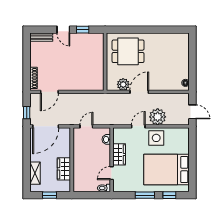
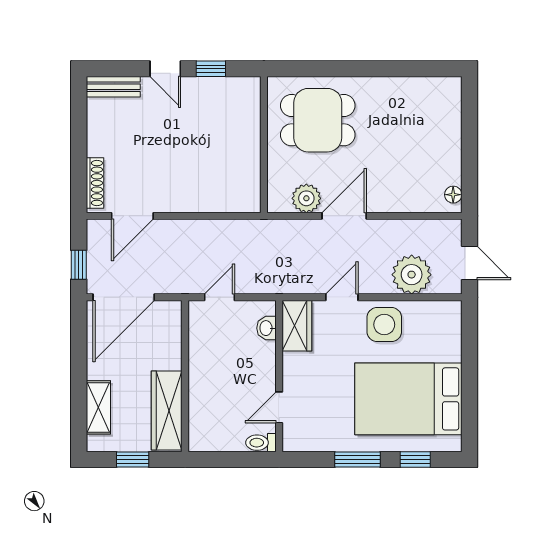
plant: (158, 117) -> (412, 275), moved
wardrobe: (119, 154) -> (297, 326), moved
wardrobe: (64, 169) -> (167, 411), width x1.50

